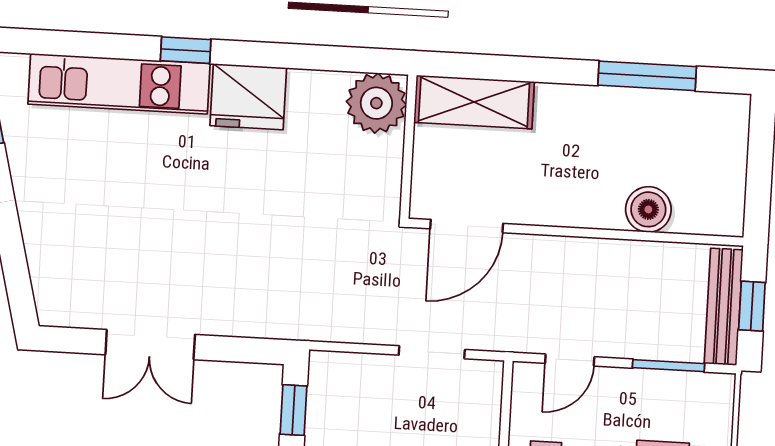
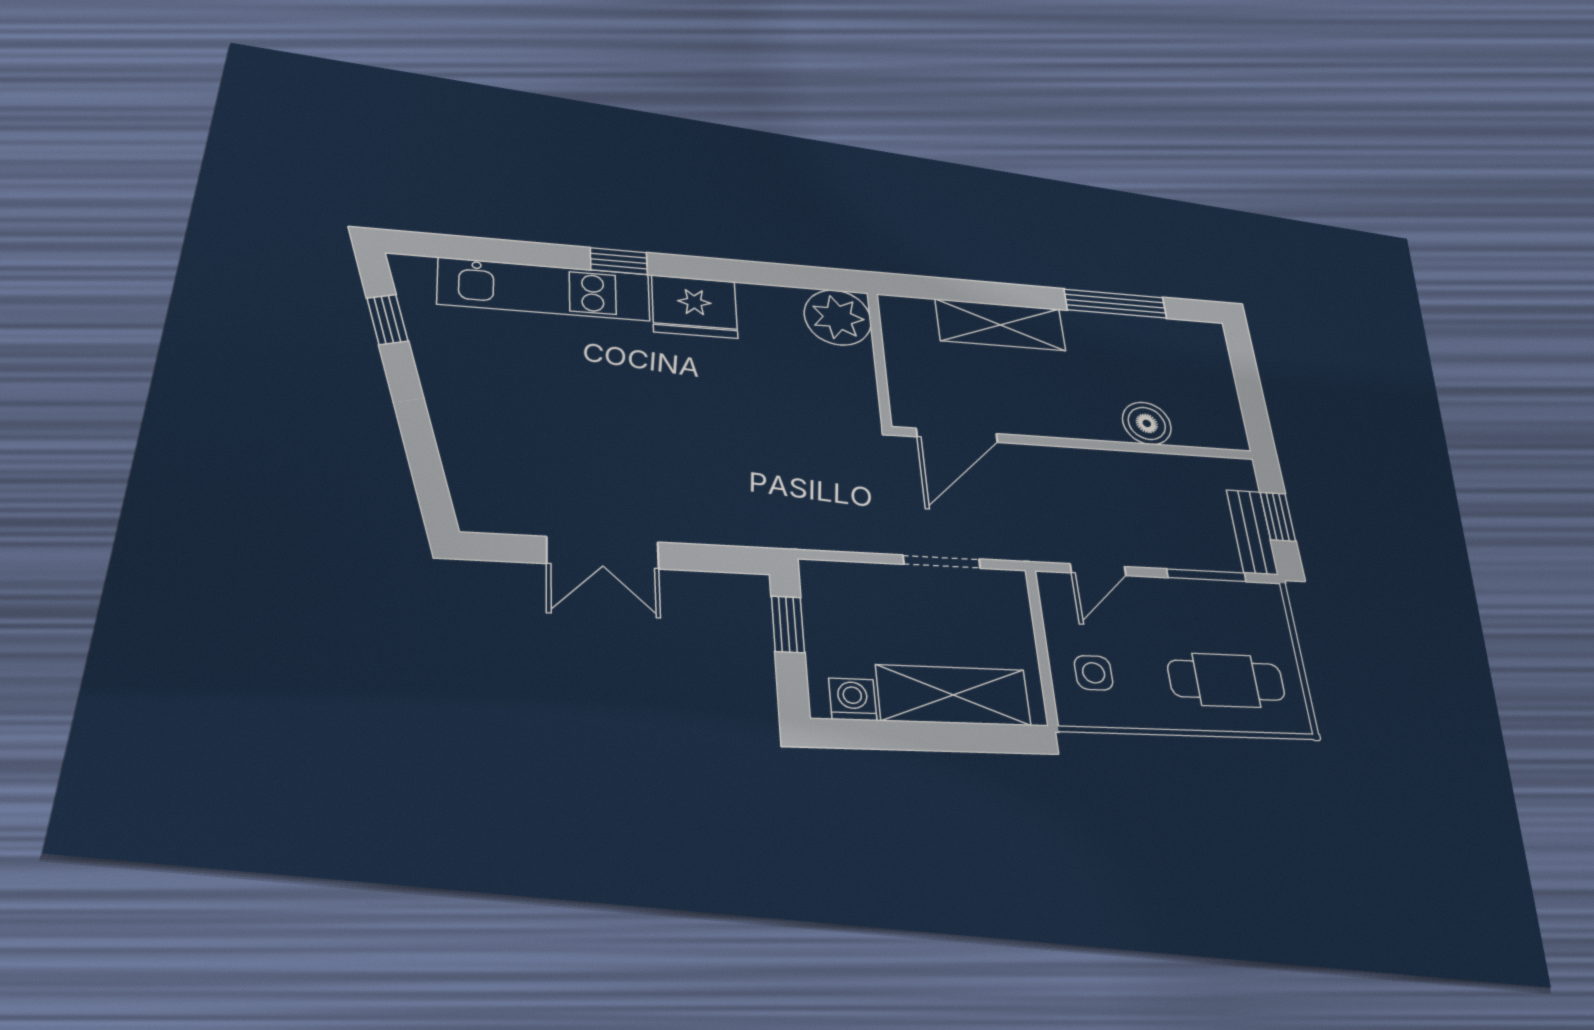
shelving: (474, 102) -> (1000, 325), moved
bench: (724, 307) -> (1252, 532), width x0.73

